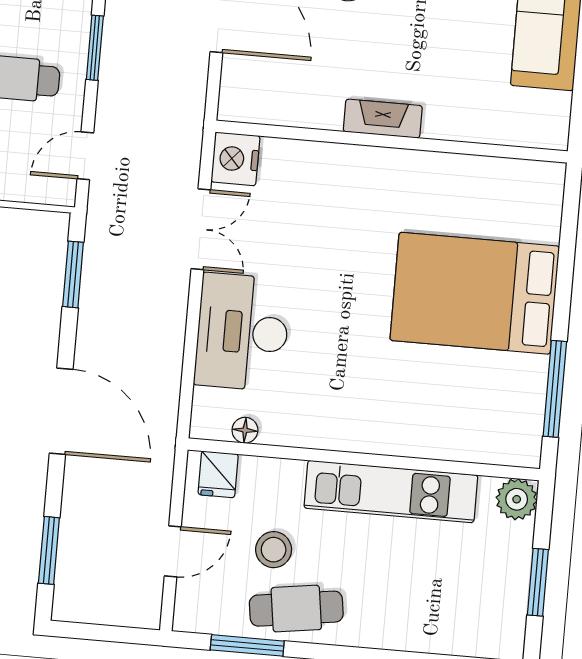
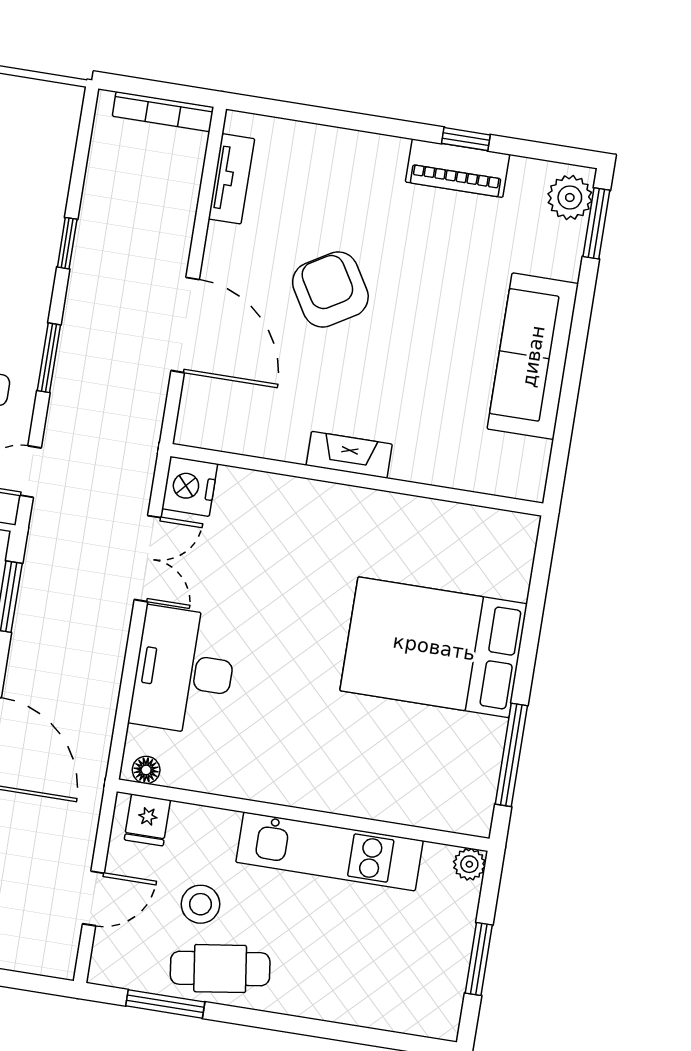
floor lamp: (245, 430) -> (146, 770), moved
plant: (517, 499) -> (469, 864), width x0.73, depth x0.73

